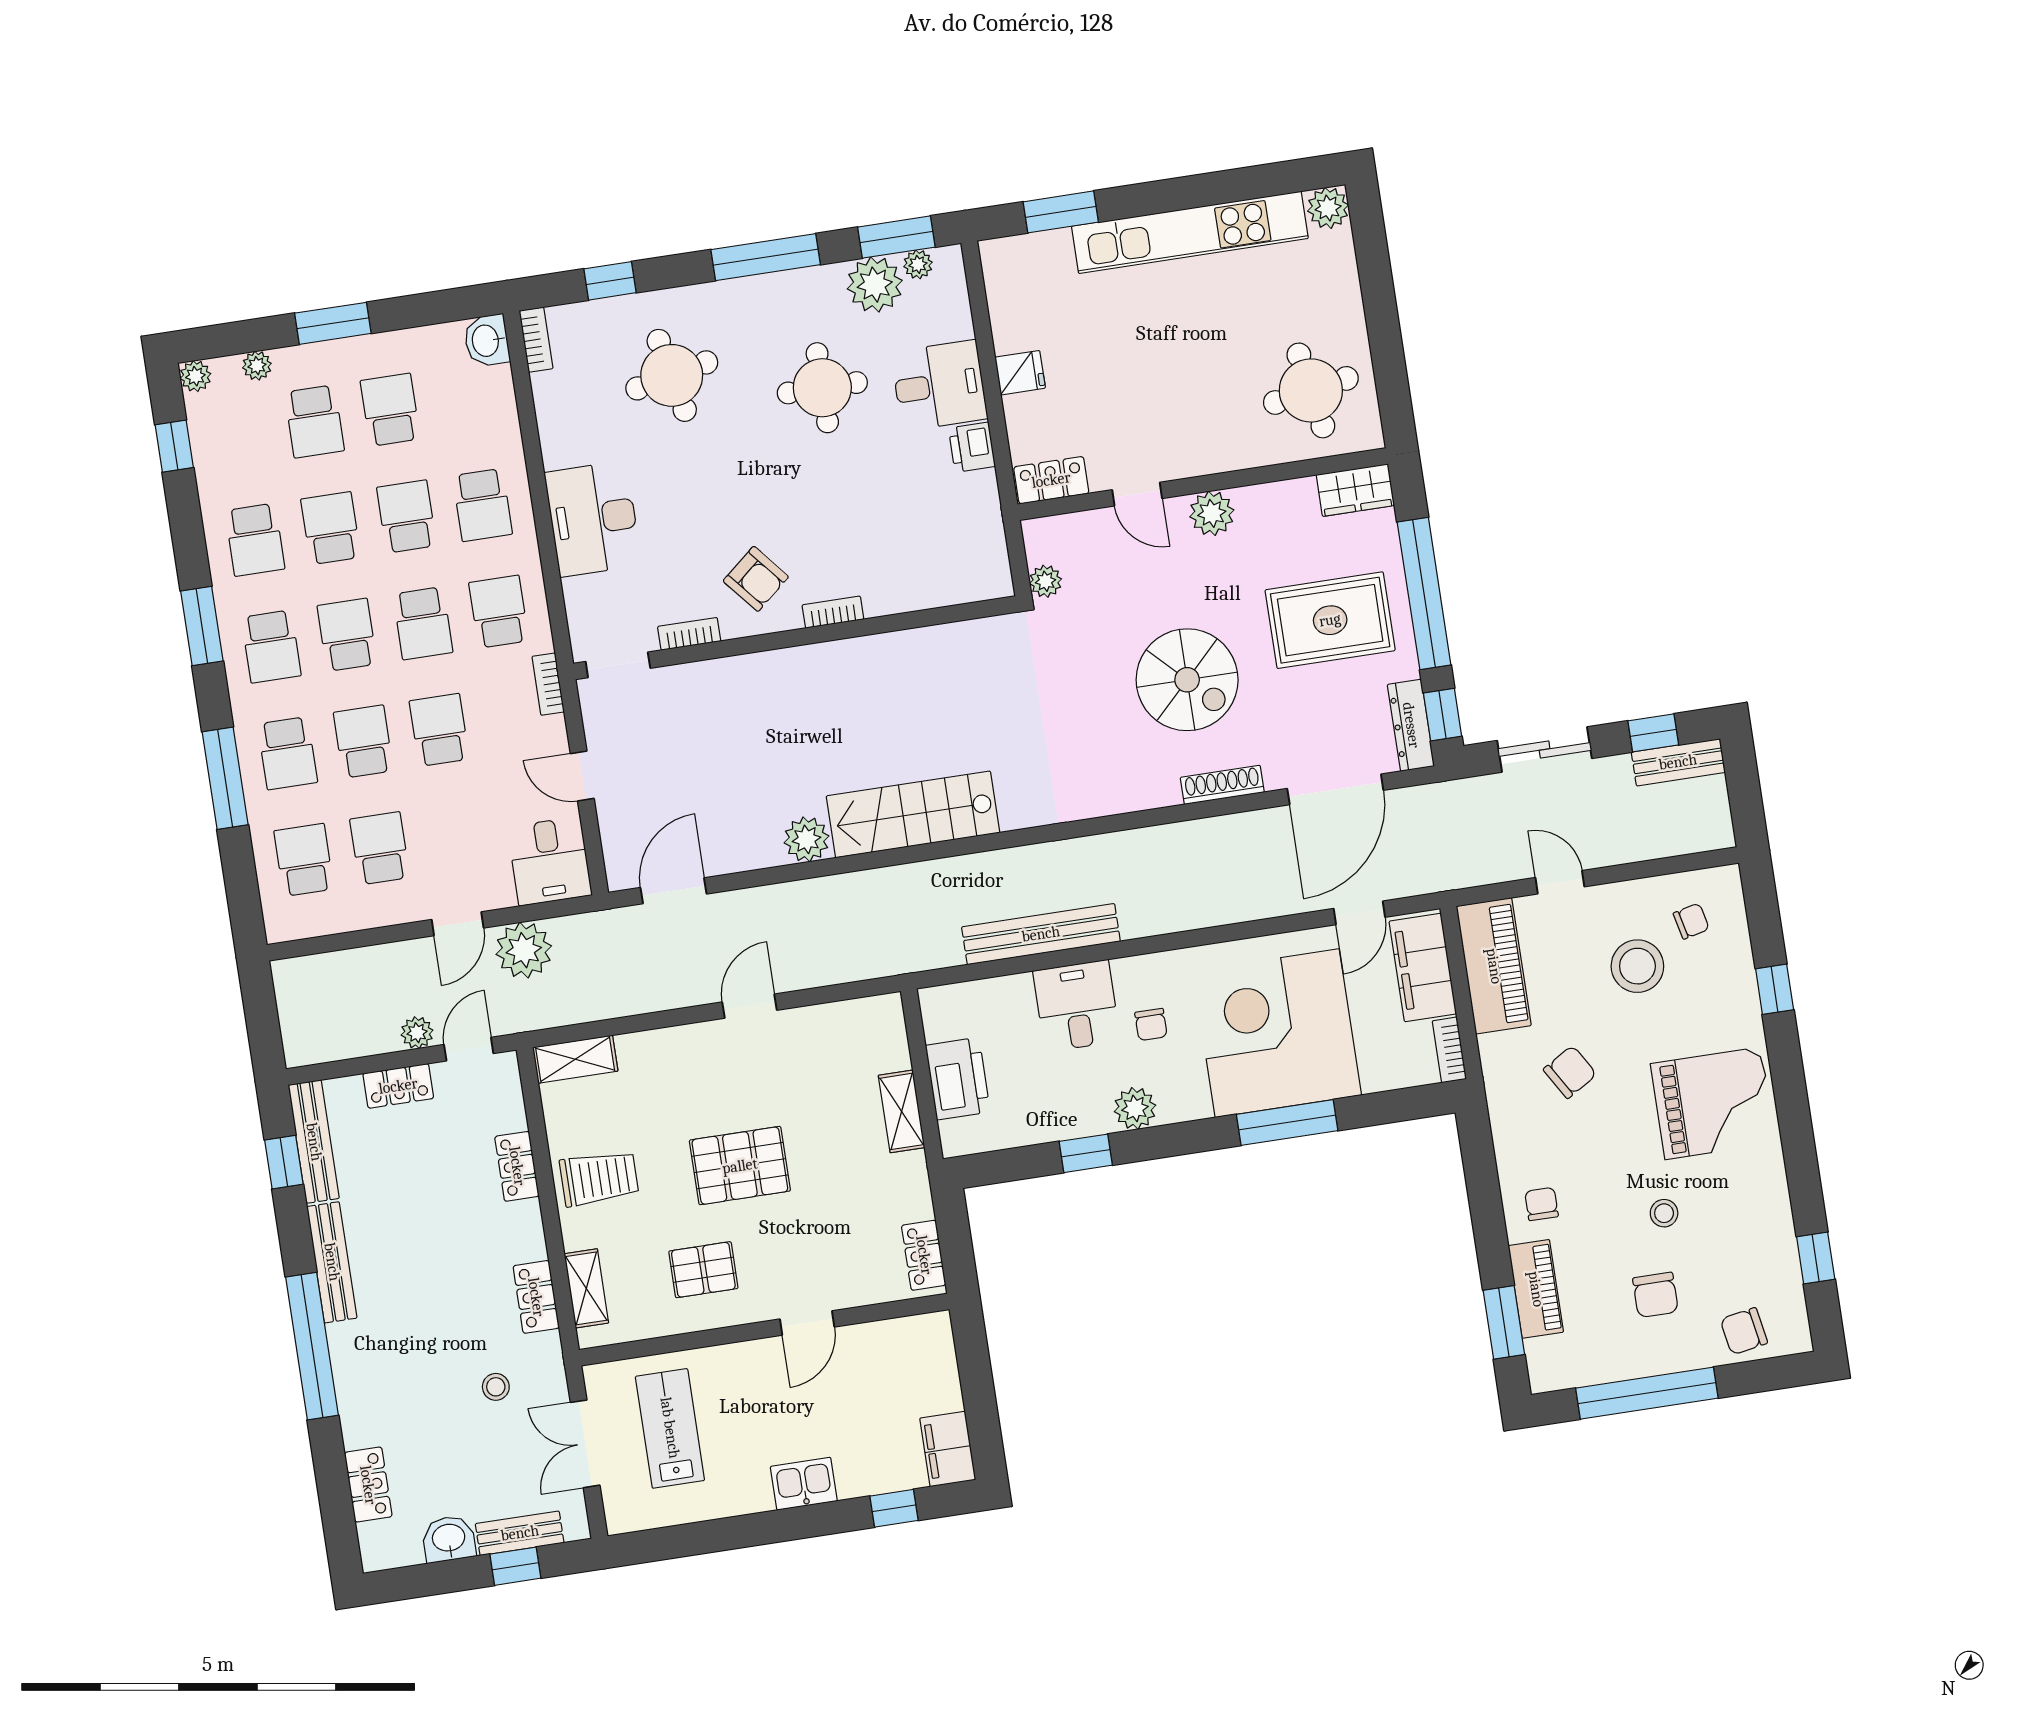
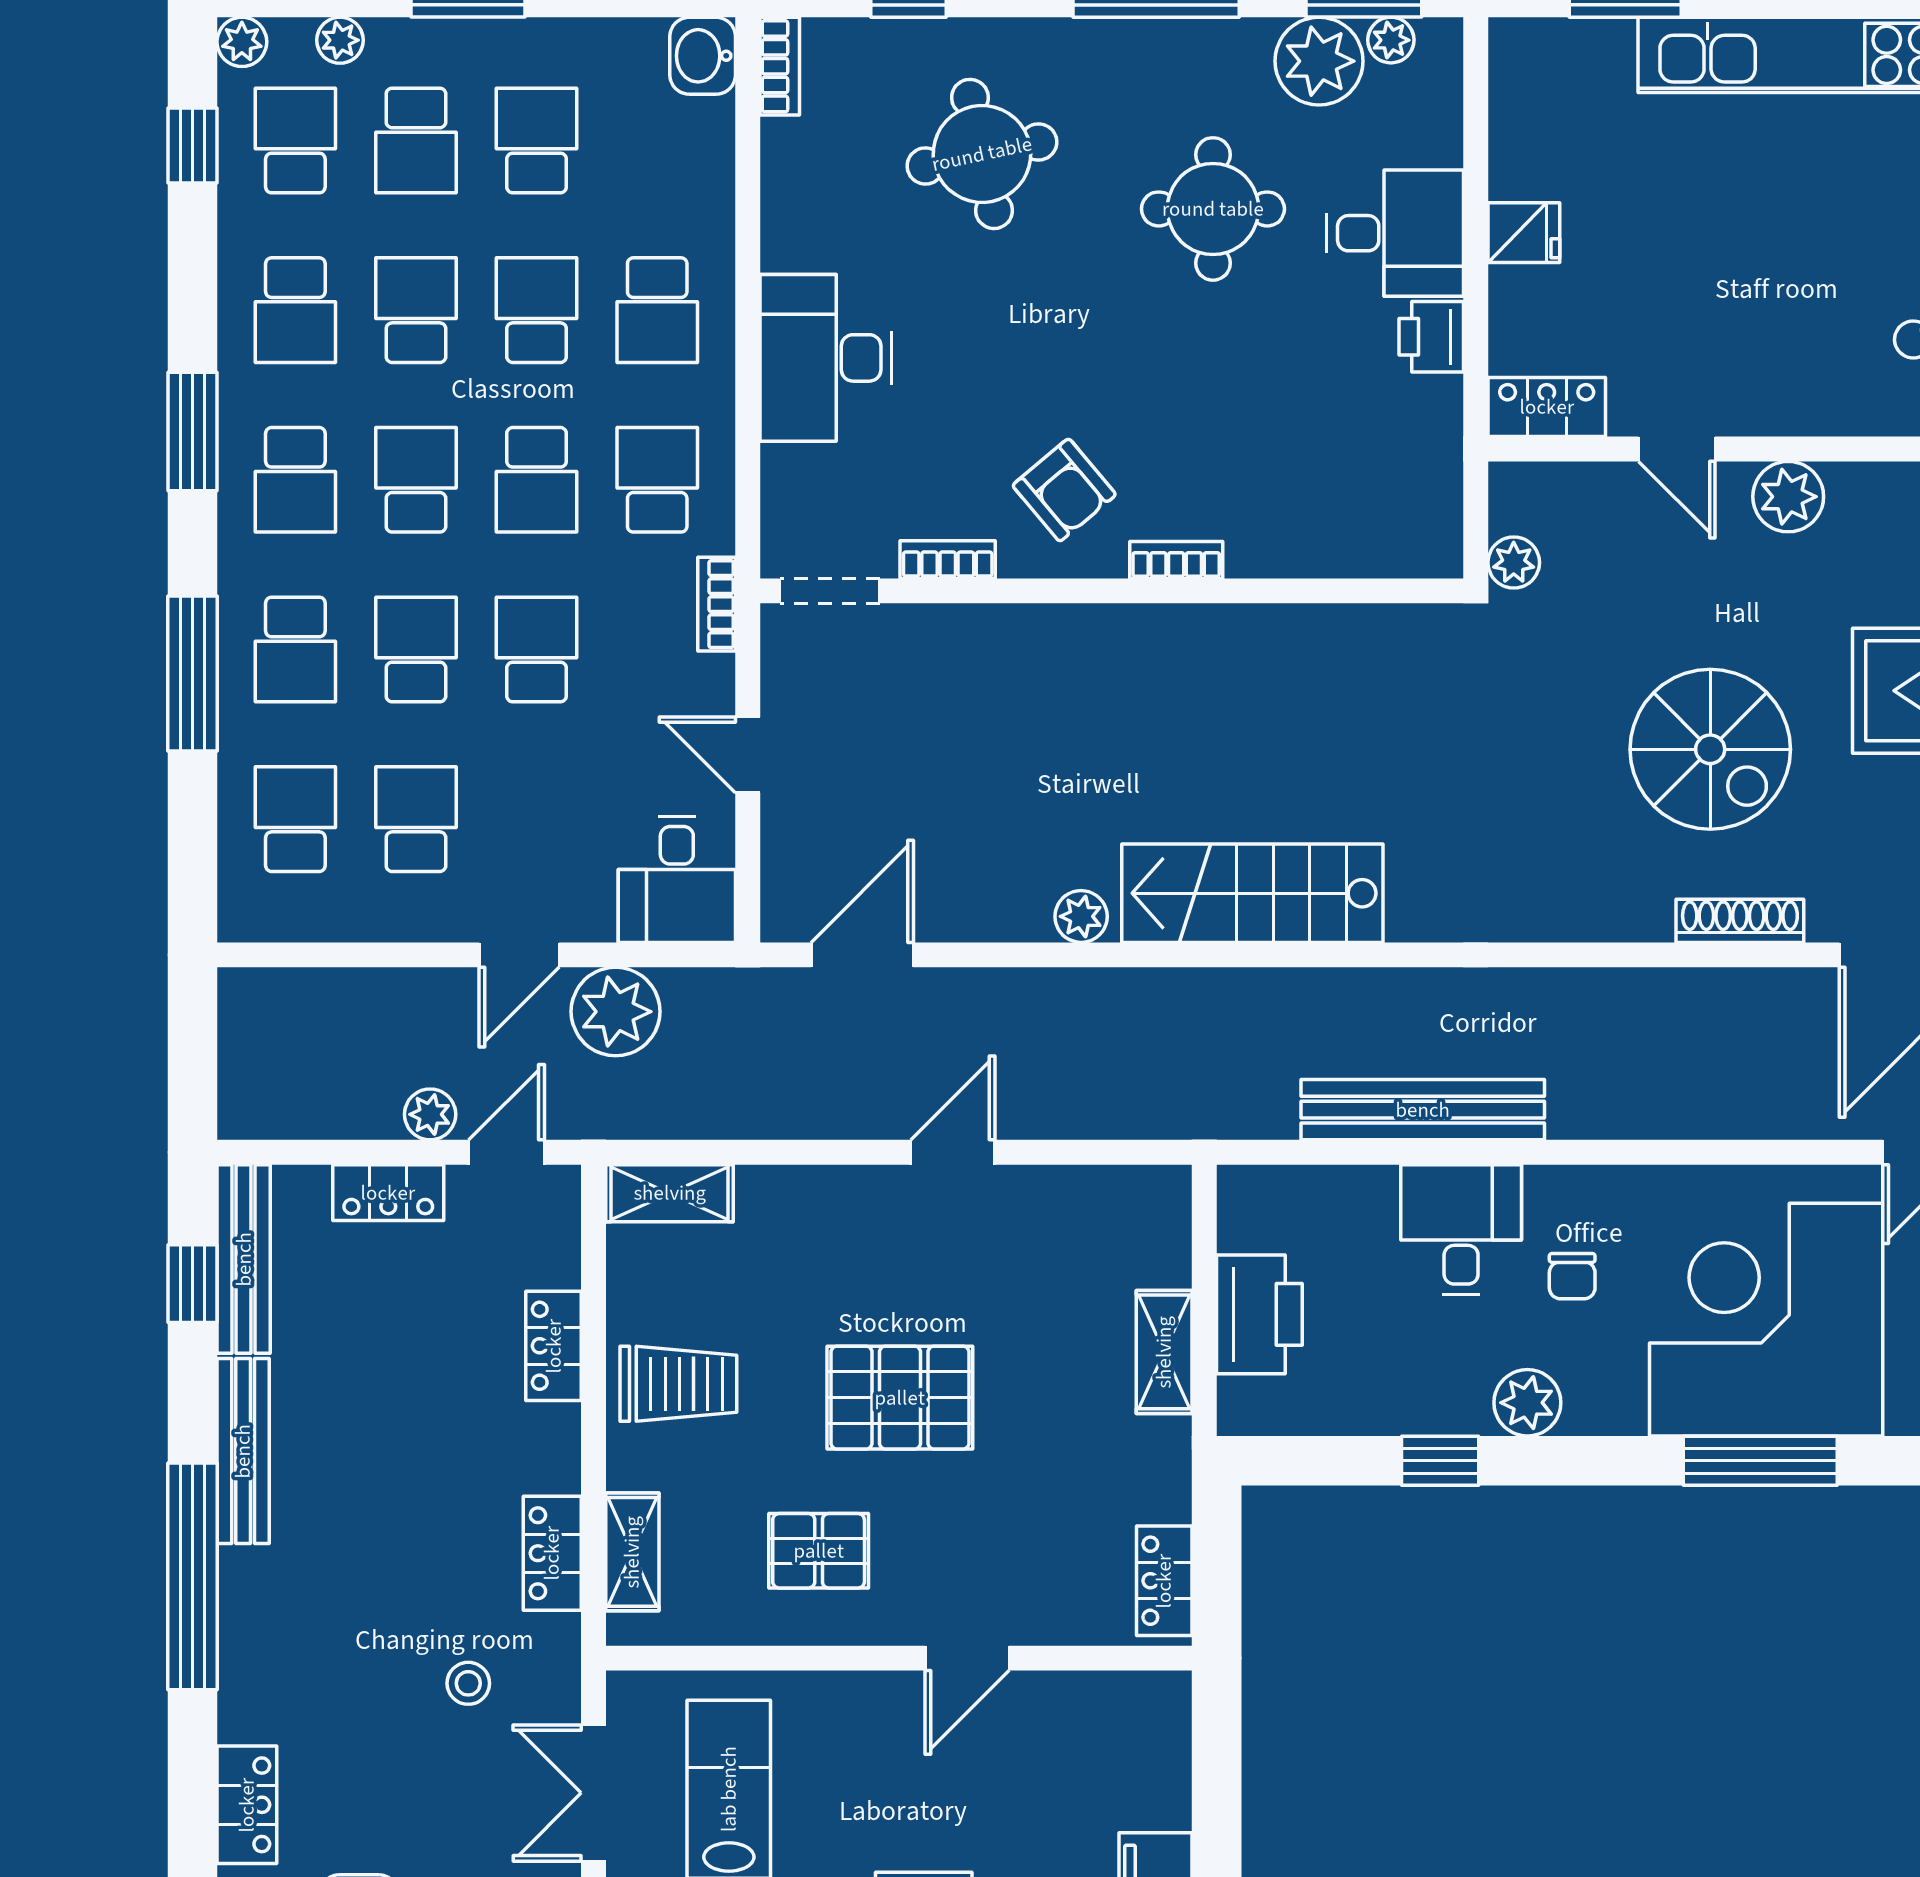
school desk: (239, 433) -> (295, 140), added
plant: (807, 839) -> (1081, 916), width x0.73, depth x0.73

